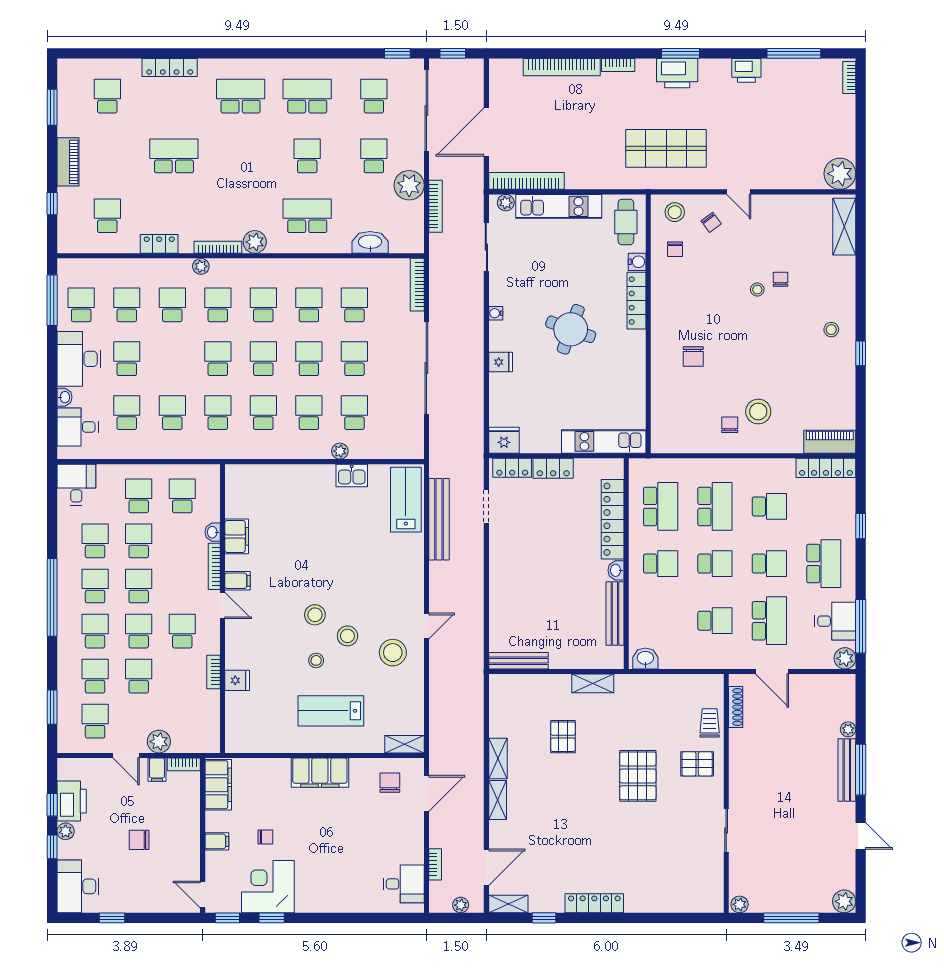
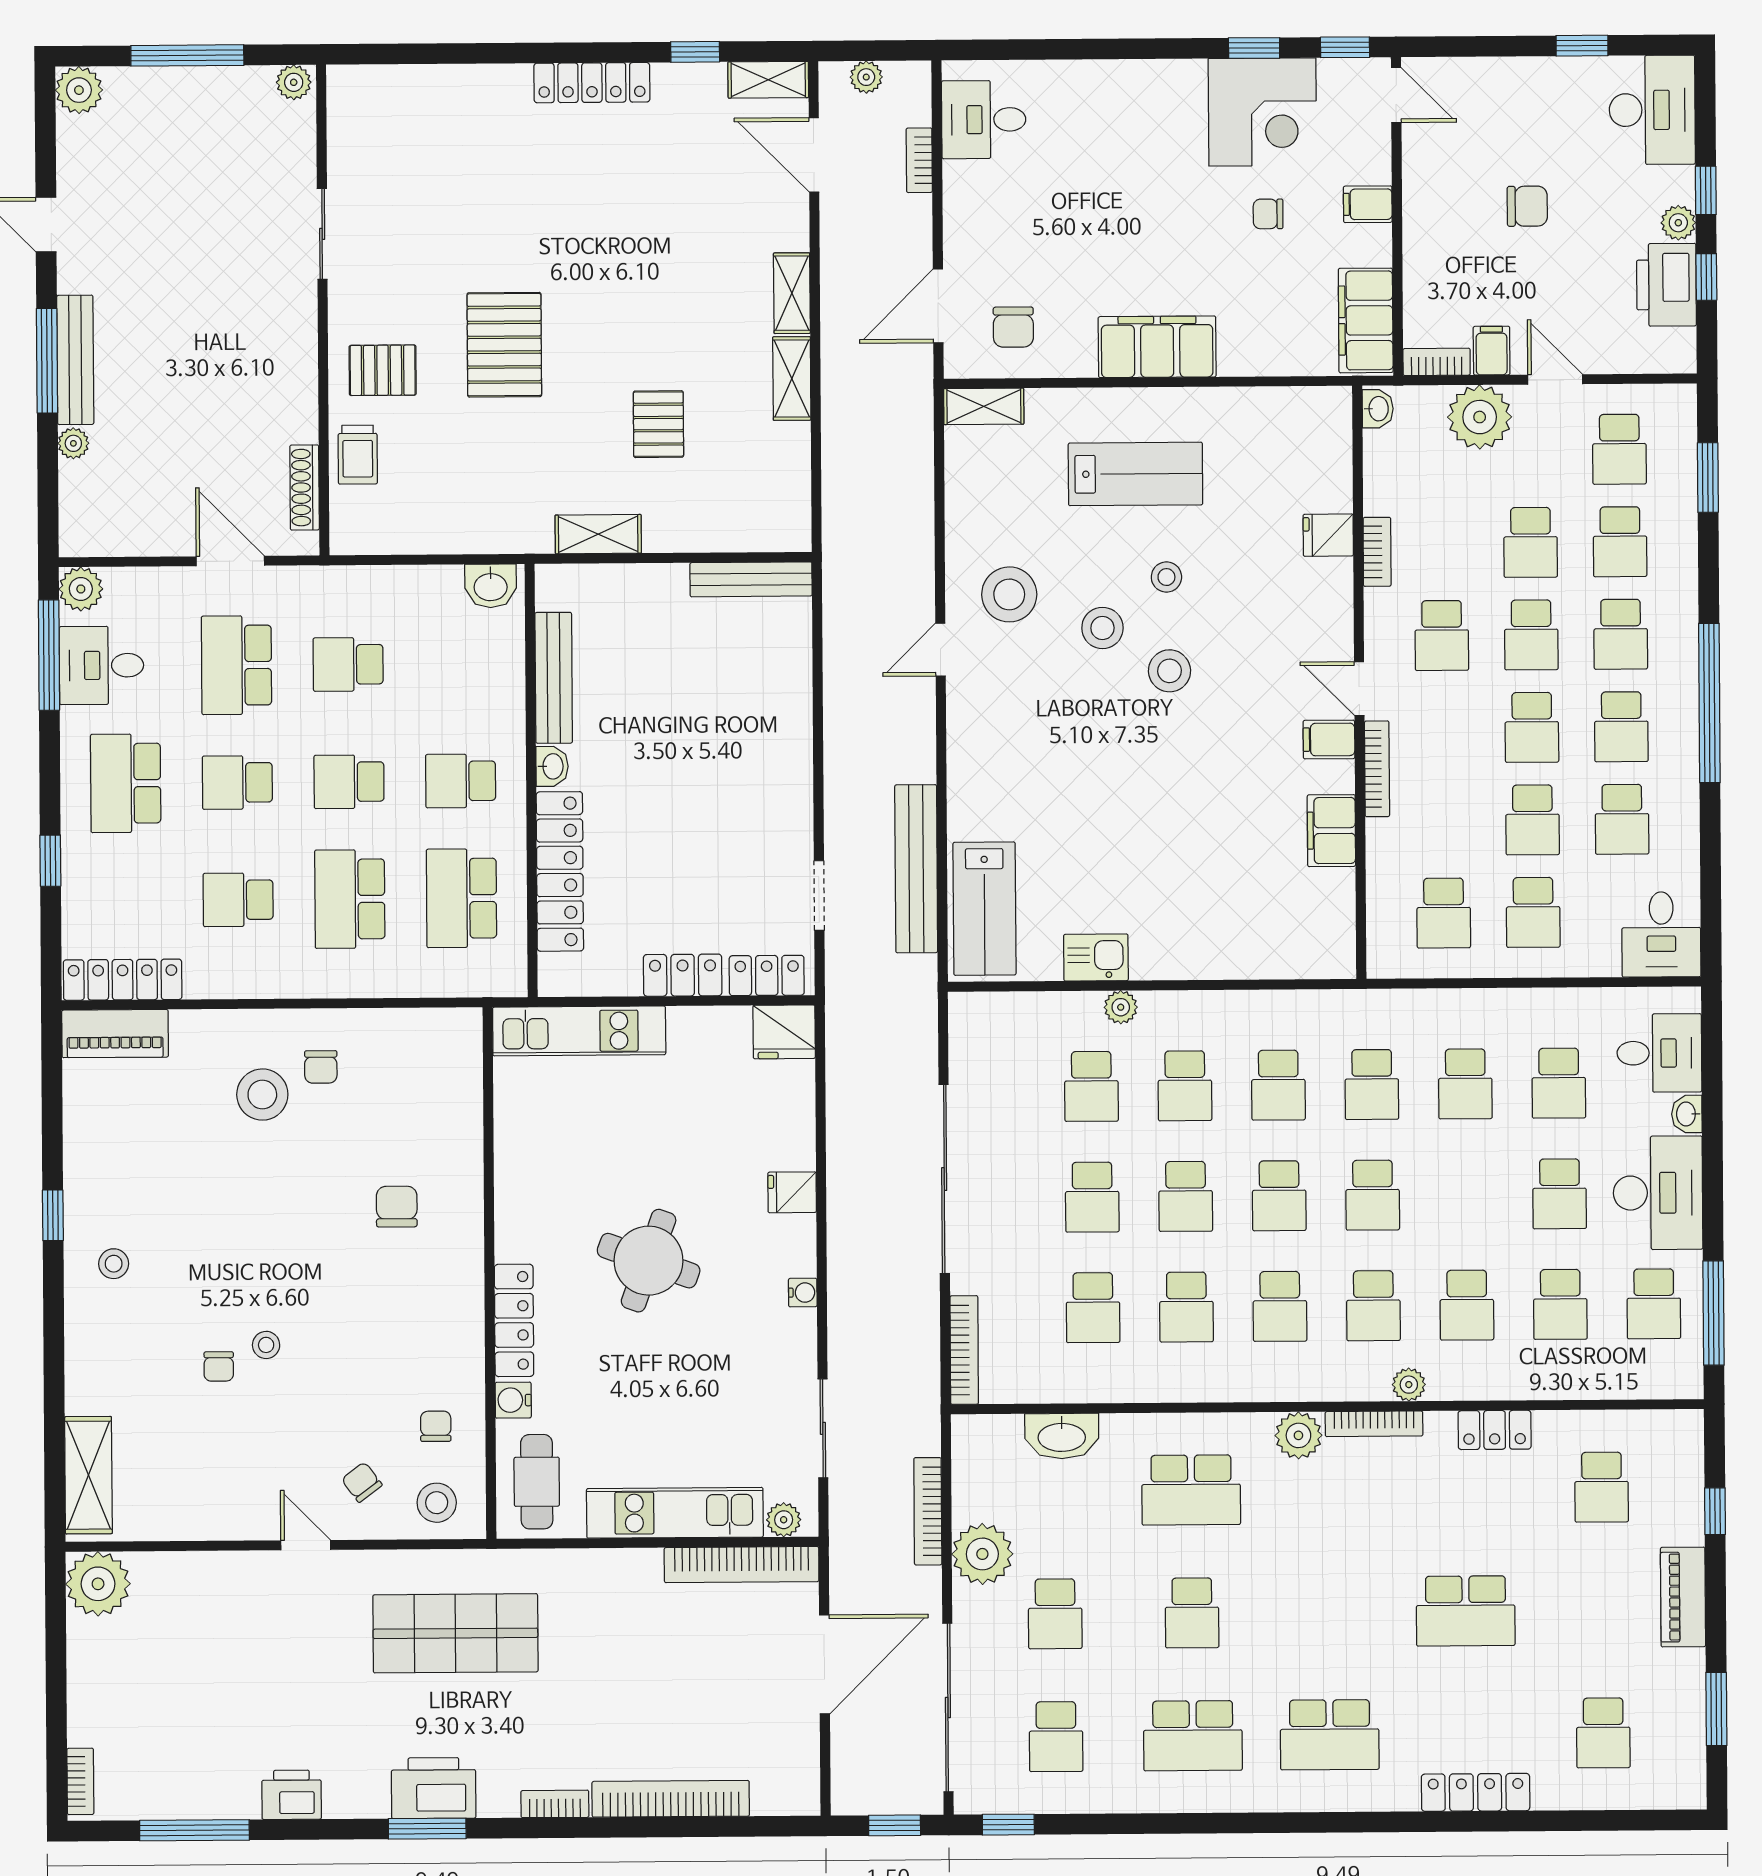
washbasin: (213, 532) -> (1378, 409), moved
plant: (159, 742) -> (1480, 417), width x1.36, depth x1.36
door: (486, 867) -> (814, 155), hinge flipped

